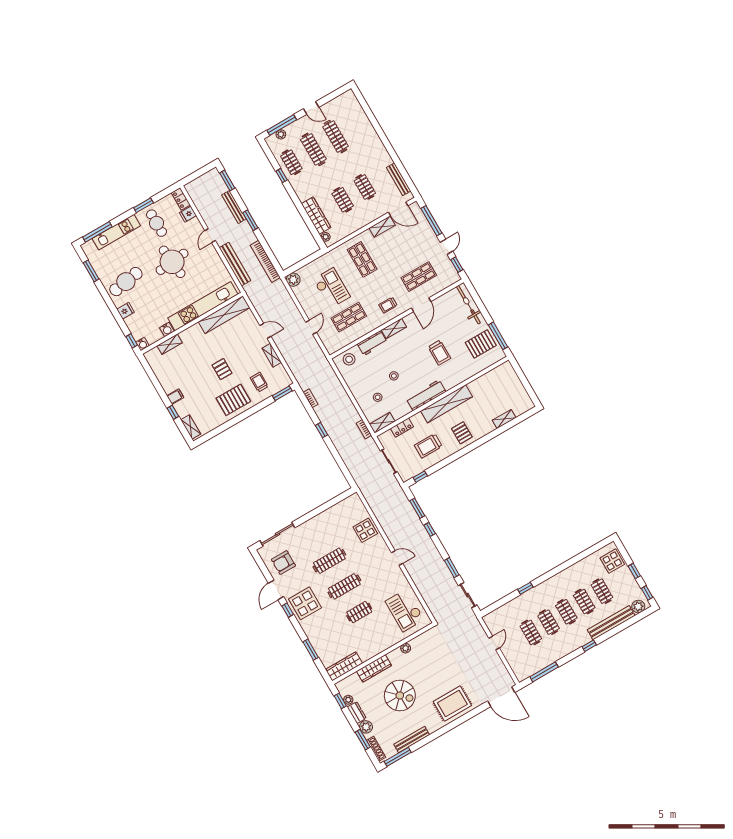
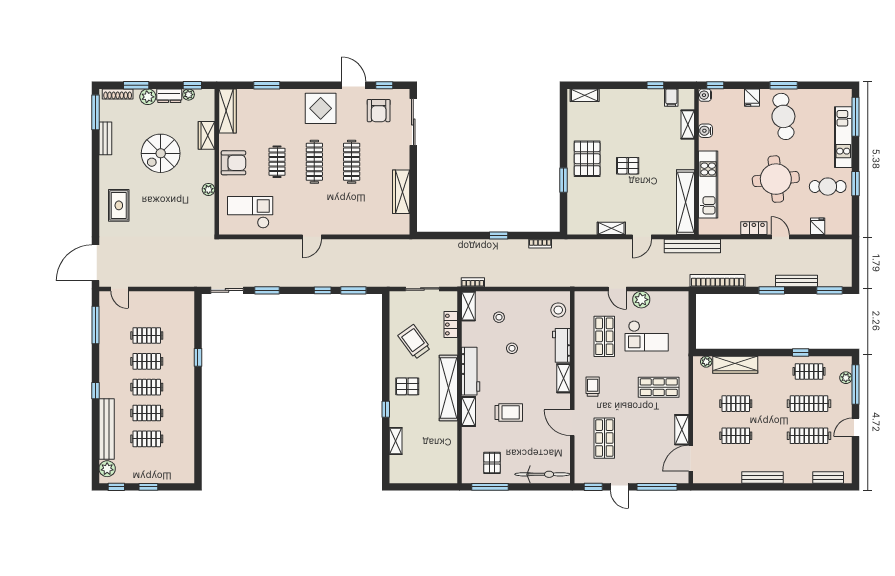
bench: (357, 107) -> (828, 477), added
bench: (399, 179) -> (763, 477), moved
locker: (181, 199) -> (754, 228), moved
bench: (235, 264) -> (692, 246), moved
window: (91, 271) -> (784, 85), moved
plant: (293, 280) -> (641, 300), moved
kitchen unit: (203, 306) -> (708, 184), width x0.73
pallet: (481, 344) -> (492, 463), width x0.67, depth x0.71
trolley: (439, 353) -> (509, 412), turned 180
shelving: (455, 381) -> (468, 411), added
trolley: (259, 382) -> (590, 198), removed
window: (282, 393) -> (564, 180), moved
filing cabinet: (175, 397) -> (671, 98), moved
window: (173, 412) -> (655, 85), moved
trolley: (428, 446) -> (414, 342), turned -36
window: (420, 477) -> (386, 409), moved
wardrobe: (330, 515) -> (401, 192), added
display table: (365, 530) -> (362, 220), removed
display table: (612, 561) -> (173, 469), removed
armchair: (283, 563) -> (379, 111), turned 180
window: (288, 610) -> (384, 85), moved
armchair: (377, 642) -> (233, 163), added
door: (494, 643) -> (119, 289), moved
wardrobe: (374, 668) -> (206, 135), width x0.67
rug: (452, 704) -> (119, 205), width x0.73, depth x0.70
bench: (412, 740) -> (105, 138), width x0.73

